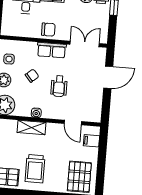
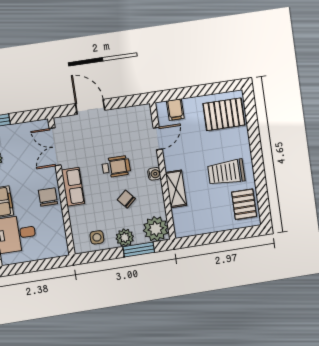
chair: (32, 76) -> (126, 199), moved
water cooler: (36, 113) -> (154, 174), moved
trolley: (35, 169) -> (226, 172), turned 180

